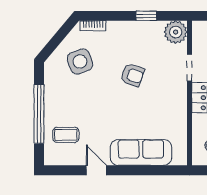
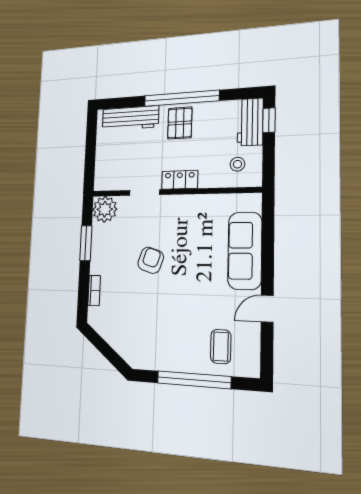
window: (146, 16) -> (86, 243), width x1.50
bookcase: (93, 26) -> (94, 290), moved
side table: (80, 62) -> (133, 324), removed

